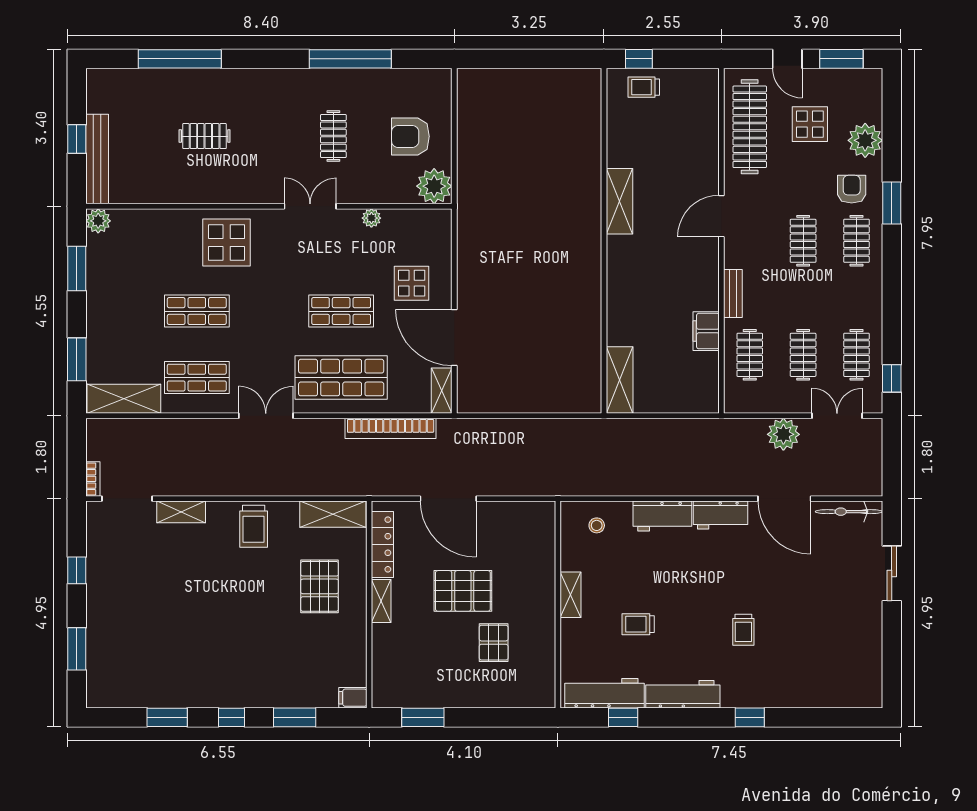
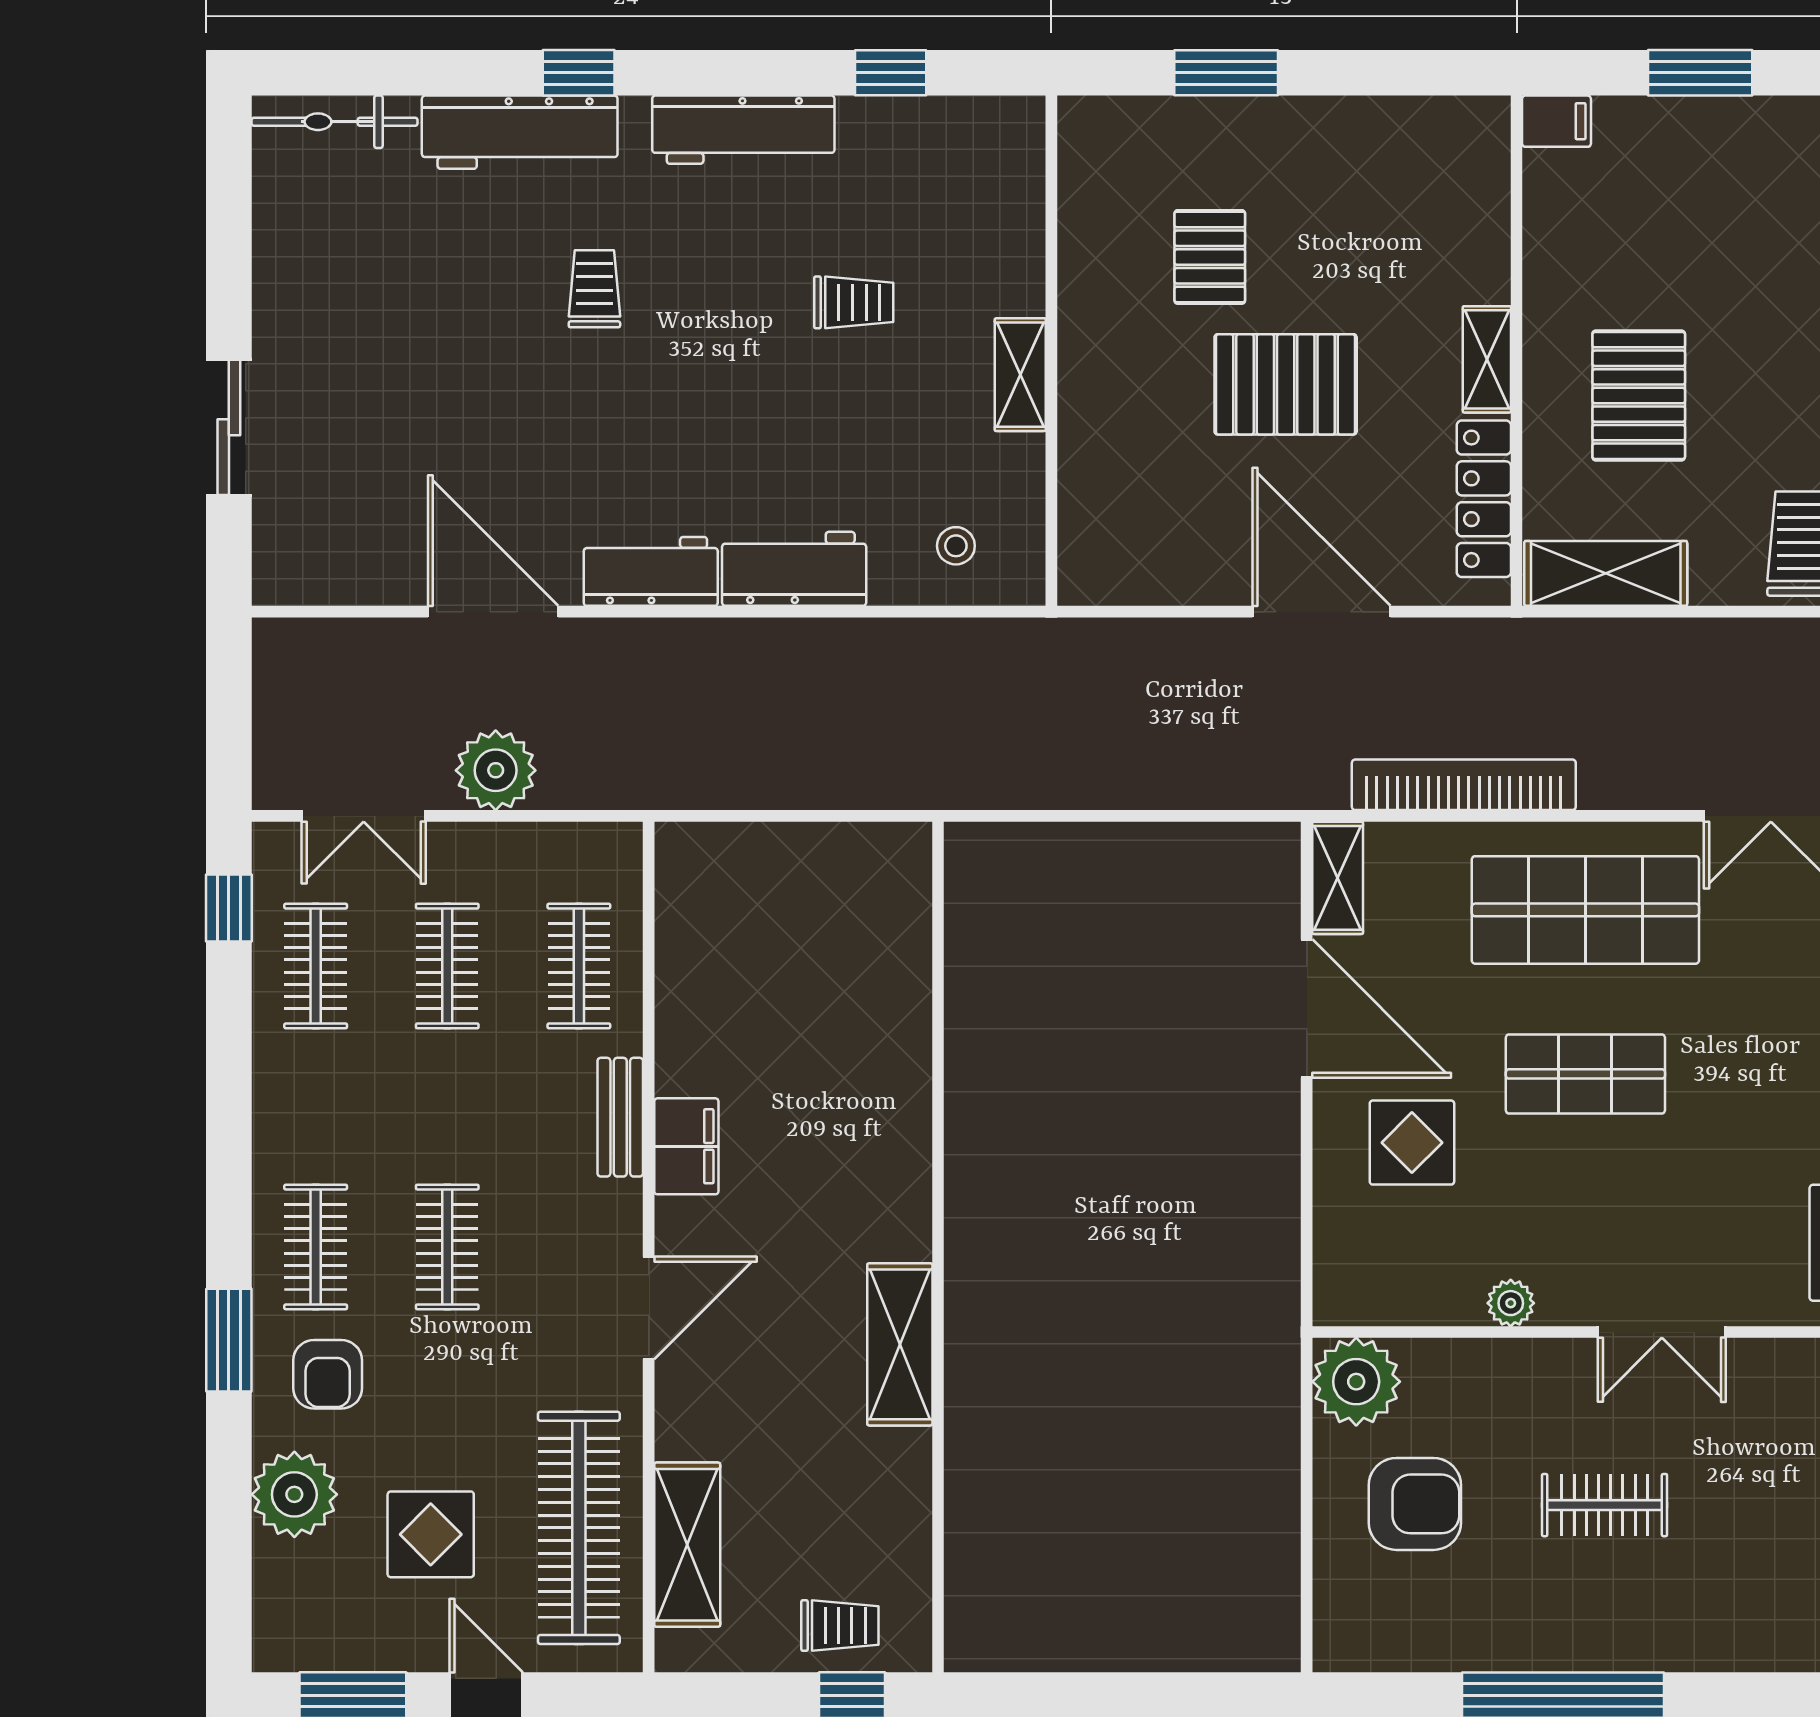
clothes rail: (333, 136) -> (1605, 1505), turned 90
filing cabinet: (706, 331) -> (686, 1146), moved
shelving: (620, 380) -> (687, 1545), moved
bicycle: (849, 512) -> (335, 122), moved, turned 180
workbench: (604, 693) -> (520, 132), moved
window: (423, 717) -> (1226, 73), moved

